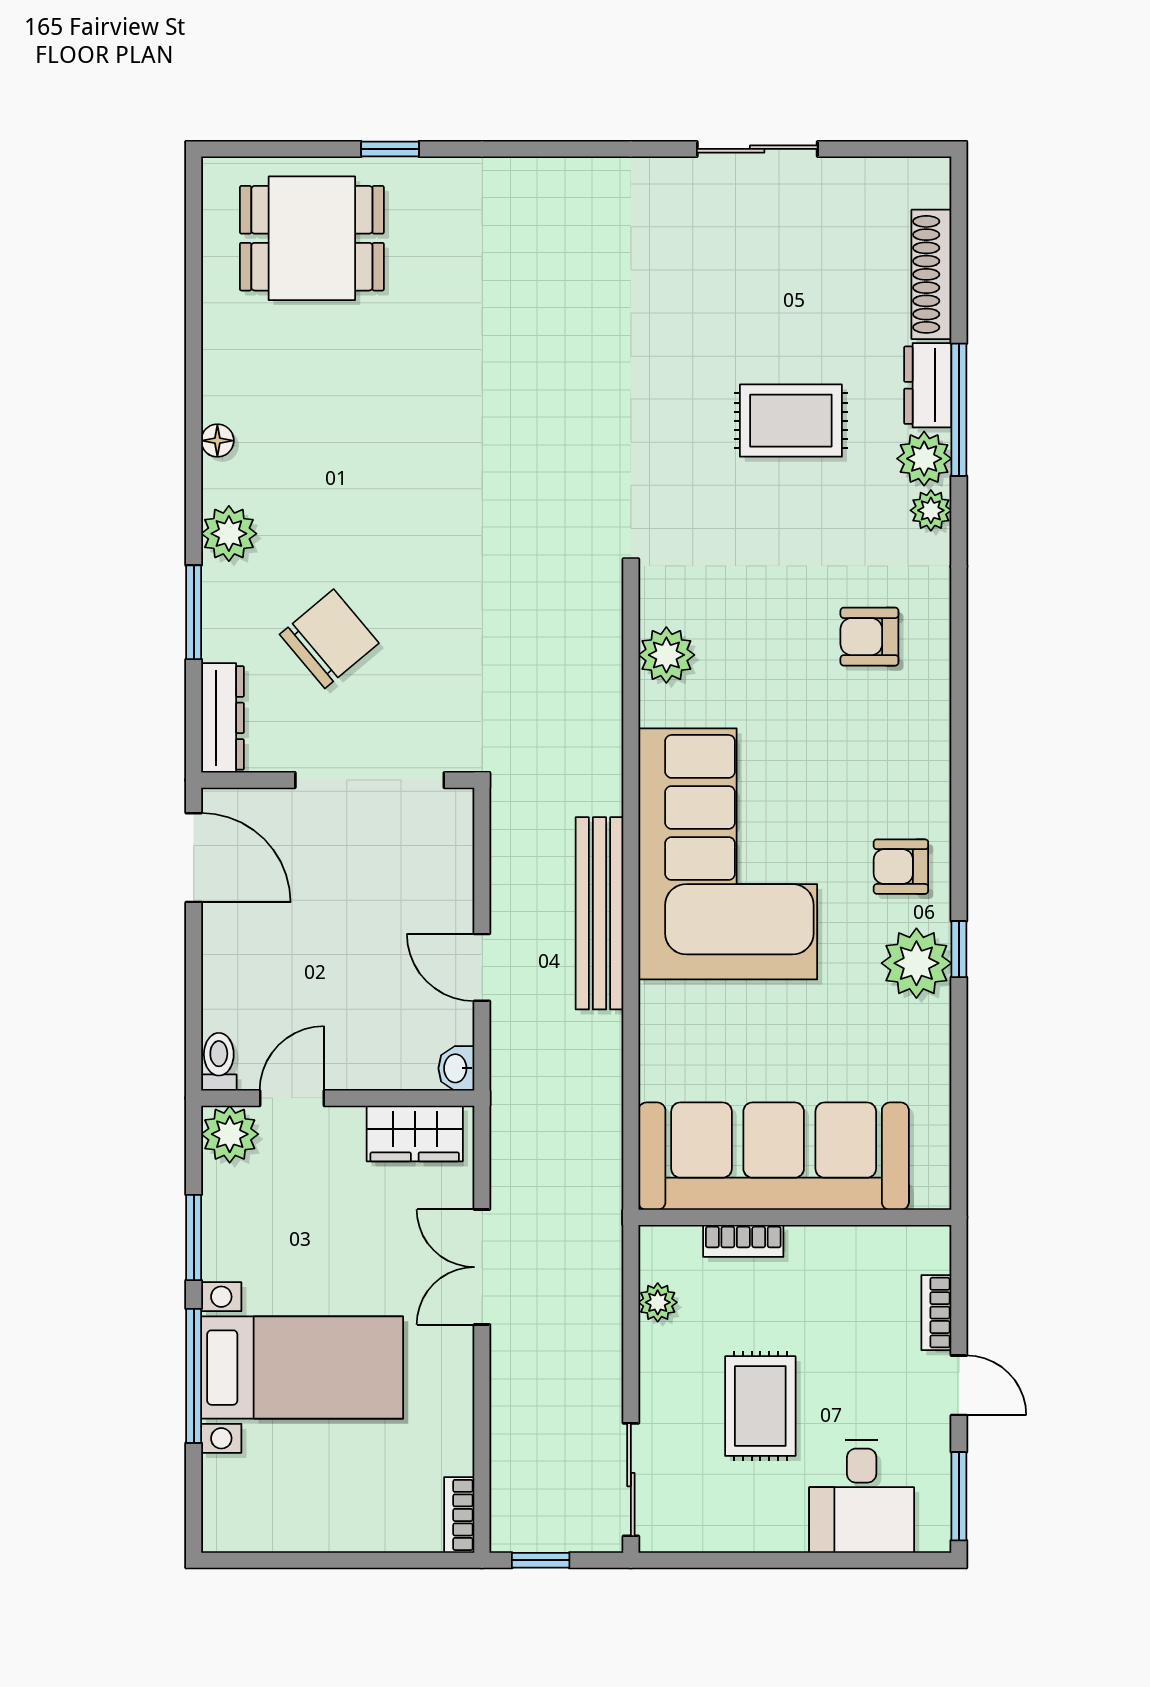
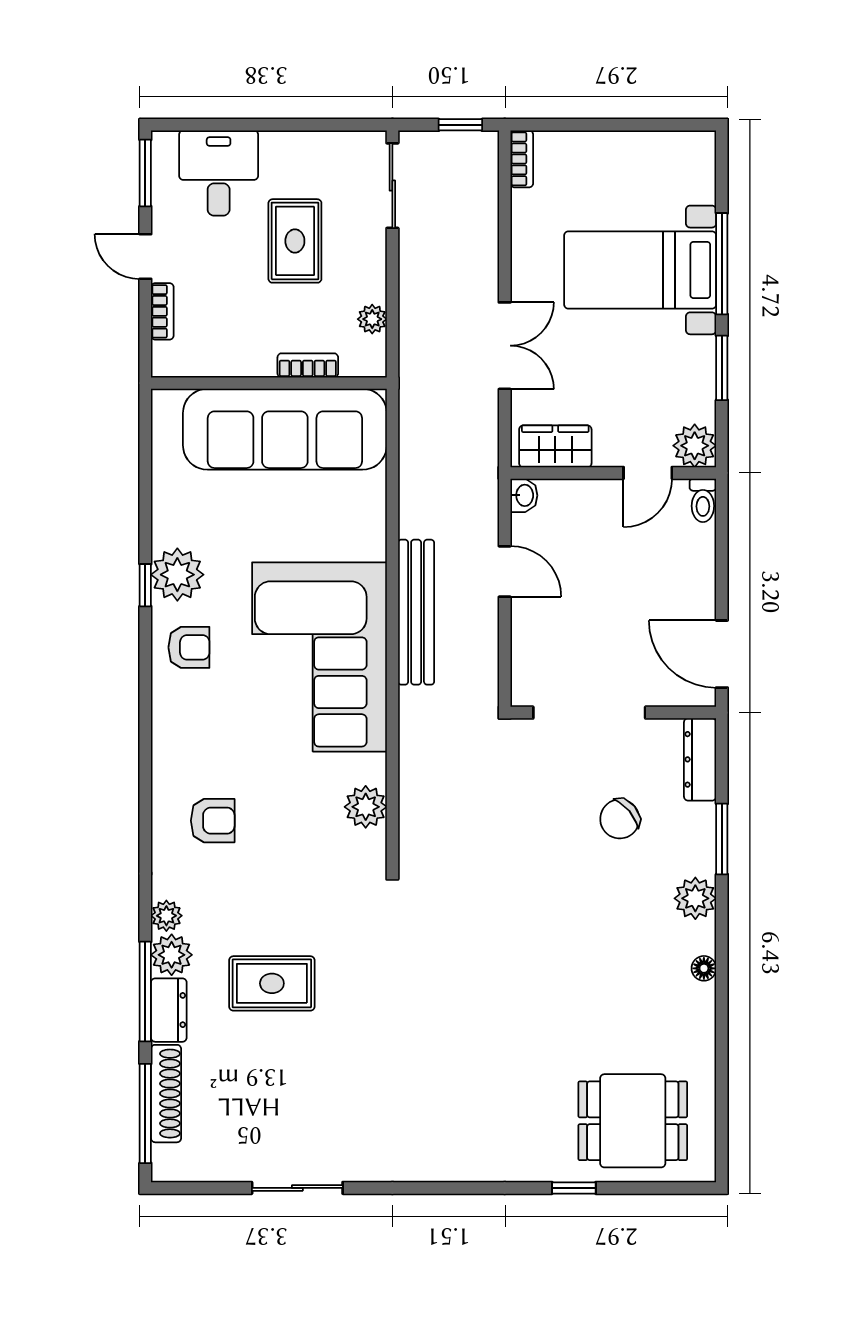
window: (959, 248) -> (145, 1113), added
chair: (329, 639) -> (620, 819), width x0.73, depth x0.73

